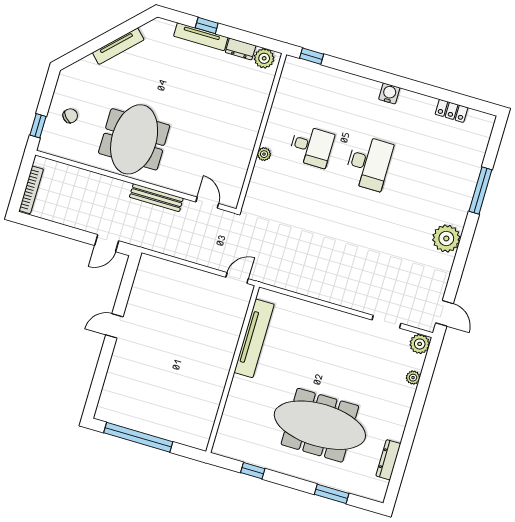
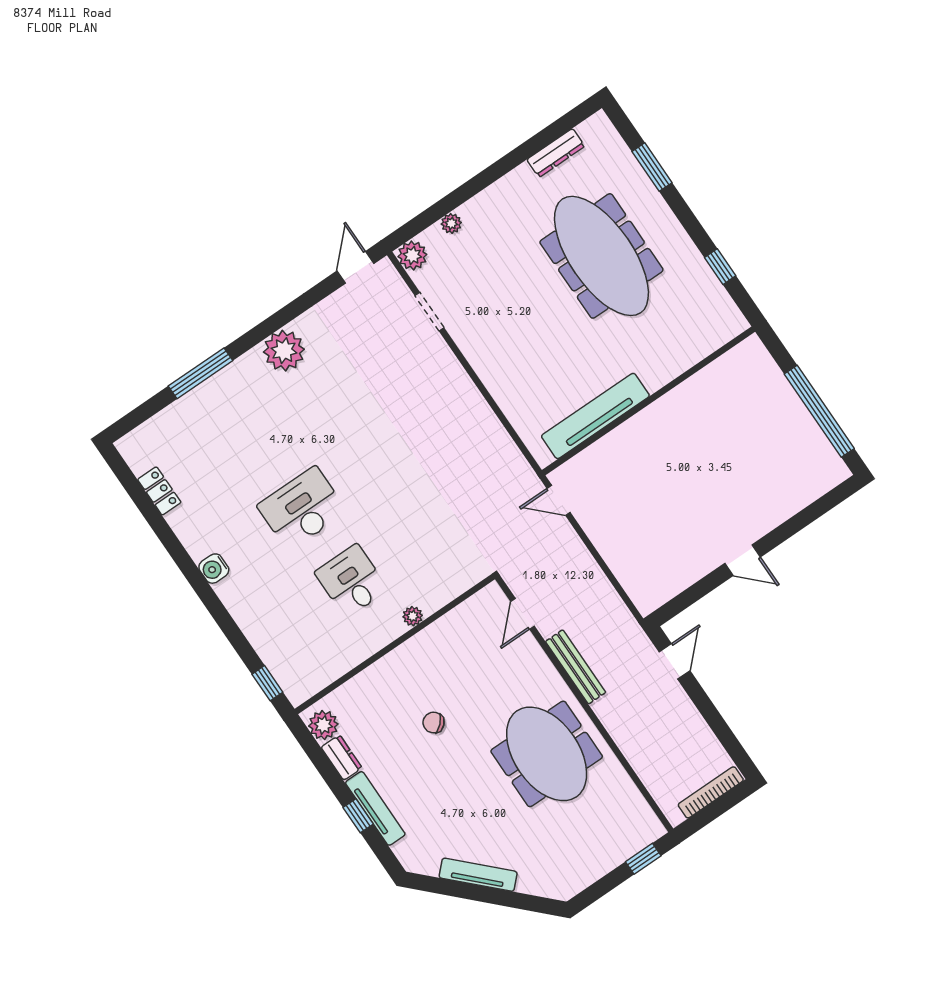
chair: (70, 116) -> (434, 723), moved
meeting table: (134, 139) -> (547, 754), turned 90
door: (107, 243) -> (675, 661), hinge flipped

